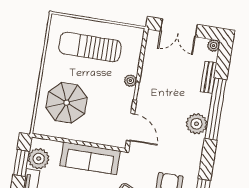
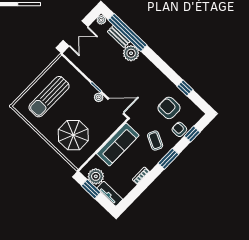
plant: (130, 81) -> (99, 97), moved
window: (216, 109) -> (128, 32), moved
plant: (197, 124) -> (131, 53), moved

